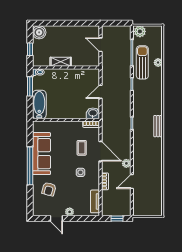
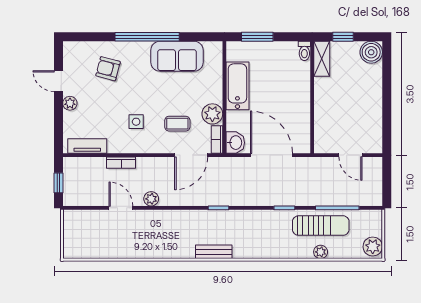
plant: (140, 31) -> (373, 247), moved
door: (100, 45) -> (350, 155), swing flipped
shelving: (61, 62) -> (322, 59), moved
window: (30, 86) -> (257, 37), moved
door: (100, 92) -> (271, 155), width x1.88
bathtub: (39, 104) -> (237, 86), moved, turned -90
plant: (76, 127) -> (212, 114), added
door: (100, 151) -> (191, 155), moved
sofa: (41, 154) -> (177, 56), width x0.73
door: (56, 219) -> (59, 81), hinge flipped

